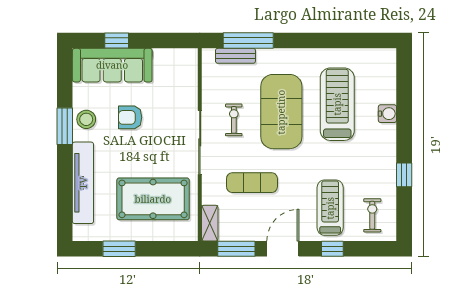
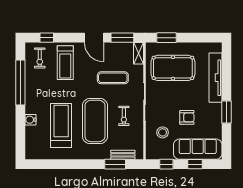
window: (164, 41) -> (166, 164), added
window: (248, 41) -> (115, 164), width x0.69
treadmill: (337, 104) -> (61, 125), turned 180
stool: (86, 119) -> (163, 132), moved
window: (404, 175) -> (20, 82), width x3.17
window: (119, 249) -> (166, 38), moved
door: (283, 249) -> (94, 38), hinge flipped
window: (332, 249) -> (47, 38), moved

